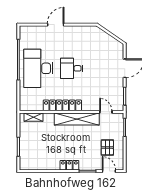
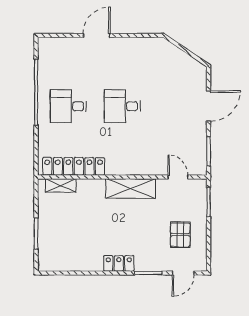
desk: (38, 68) -> (68, 106), width x0.53, depth x0.77
locker: (62, 105) -> (74, 166), moved
shelving: (77, 119) -> (131, 189), width x0.68
door: (109, 171) -> (183, 273), swing flipped

